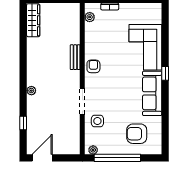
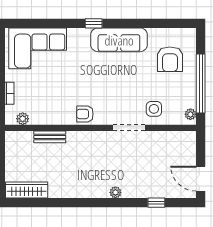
corner sofa: (145, 47) -> (38, 48), moved
bench: (75, 57) -> (50, 137), moved

